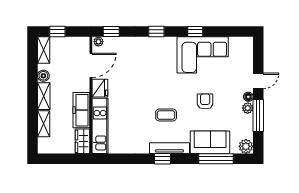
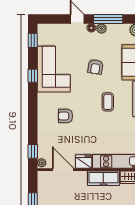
window: (156, 32) -> (33, 40), moved
armchair: (150, 68) -> (66, 116), added
armchair: (205, 101) -> (96, 67), turned -81

